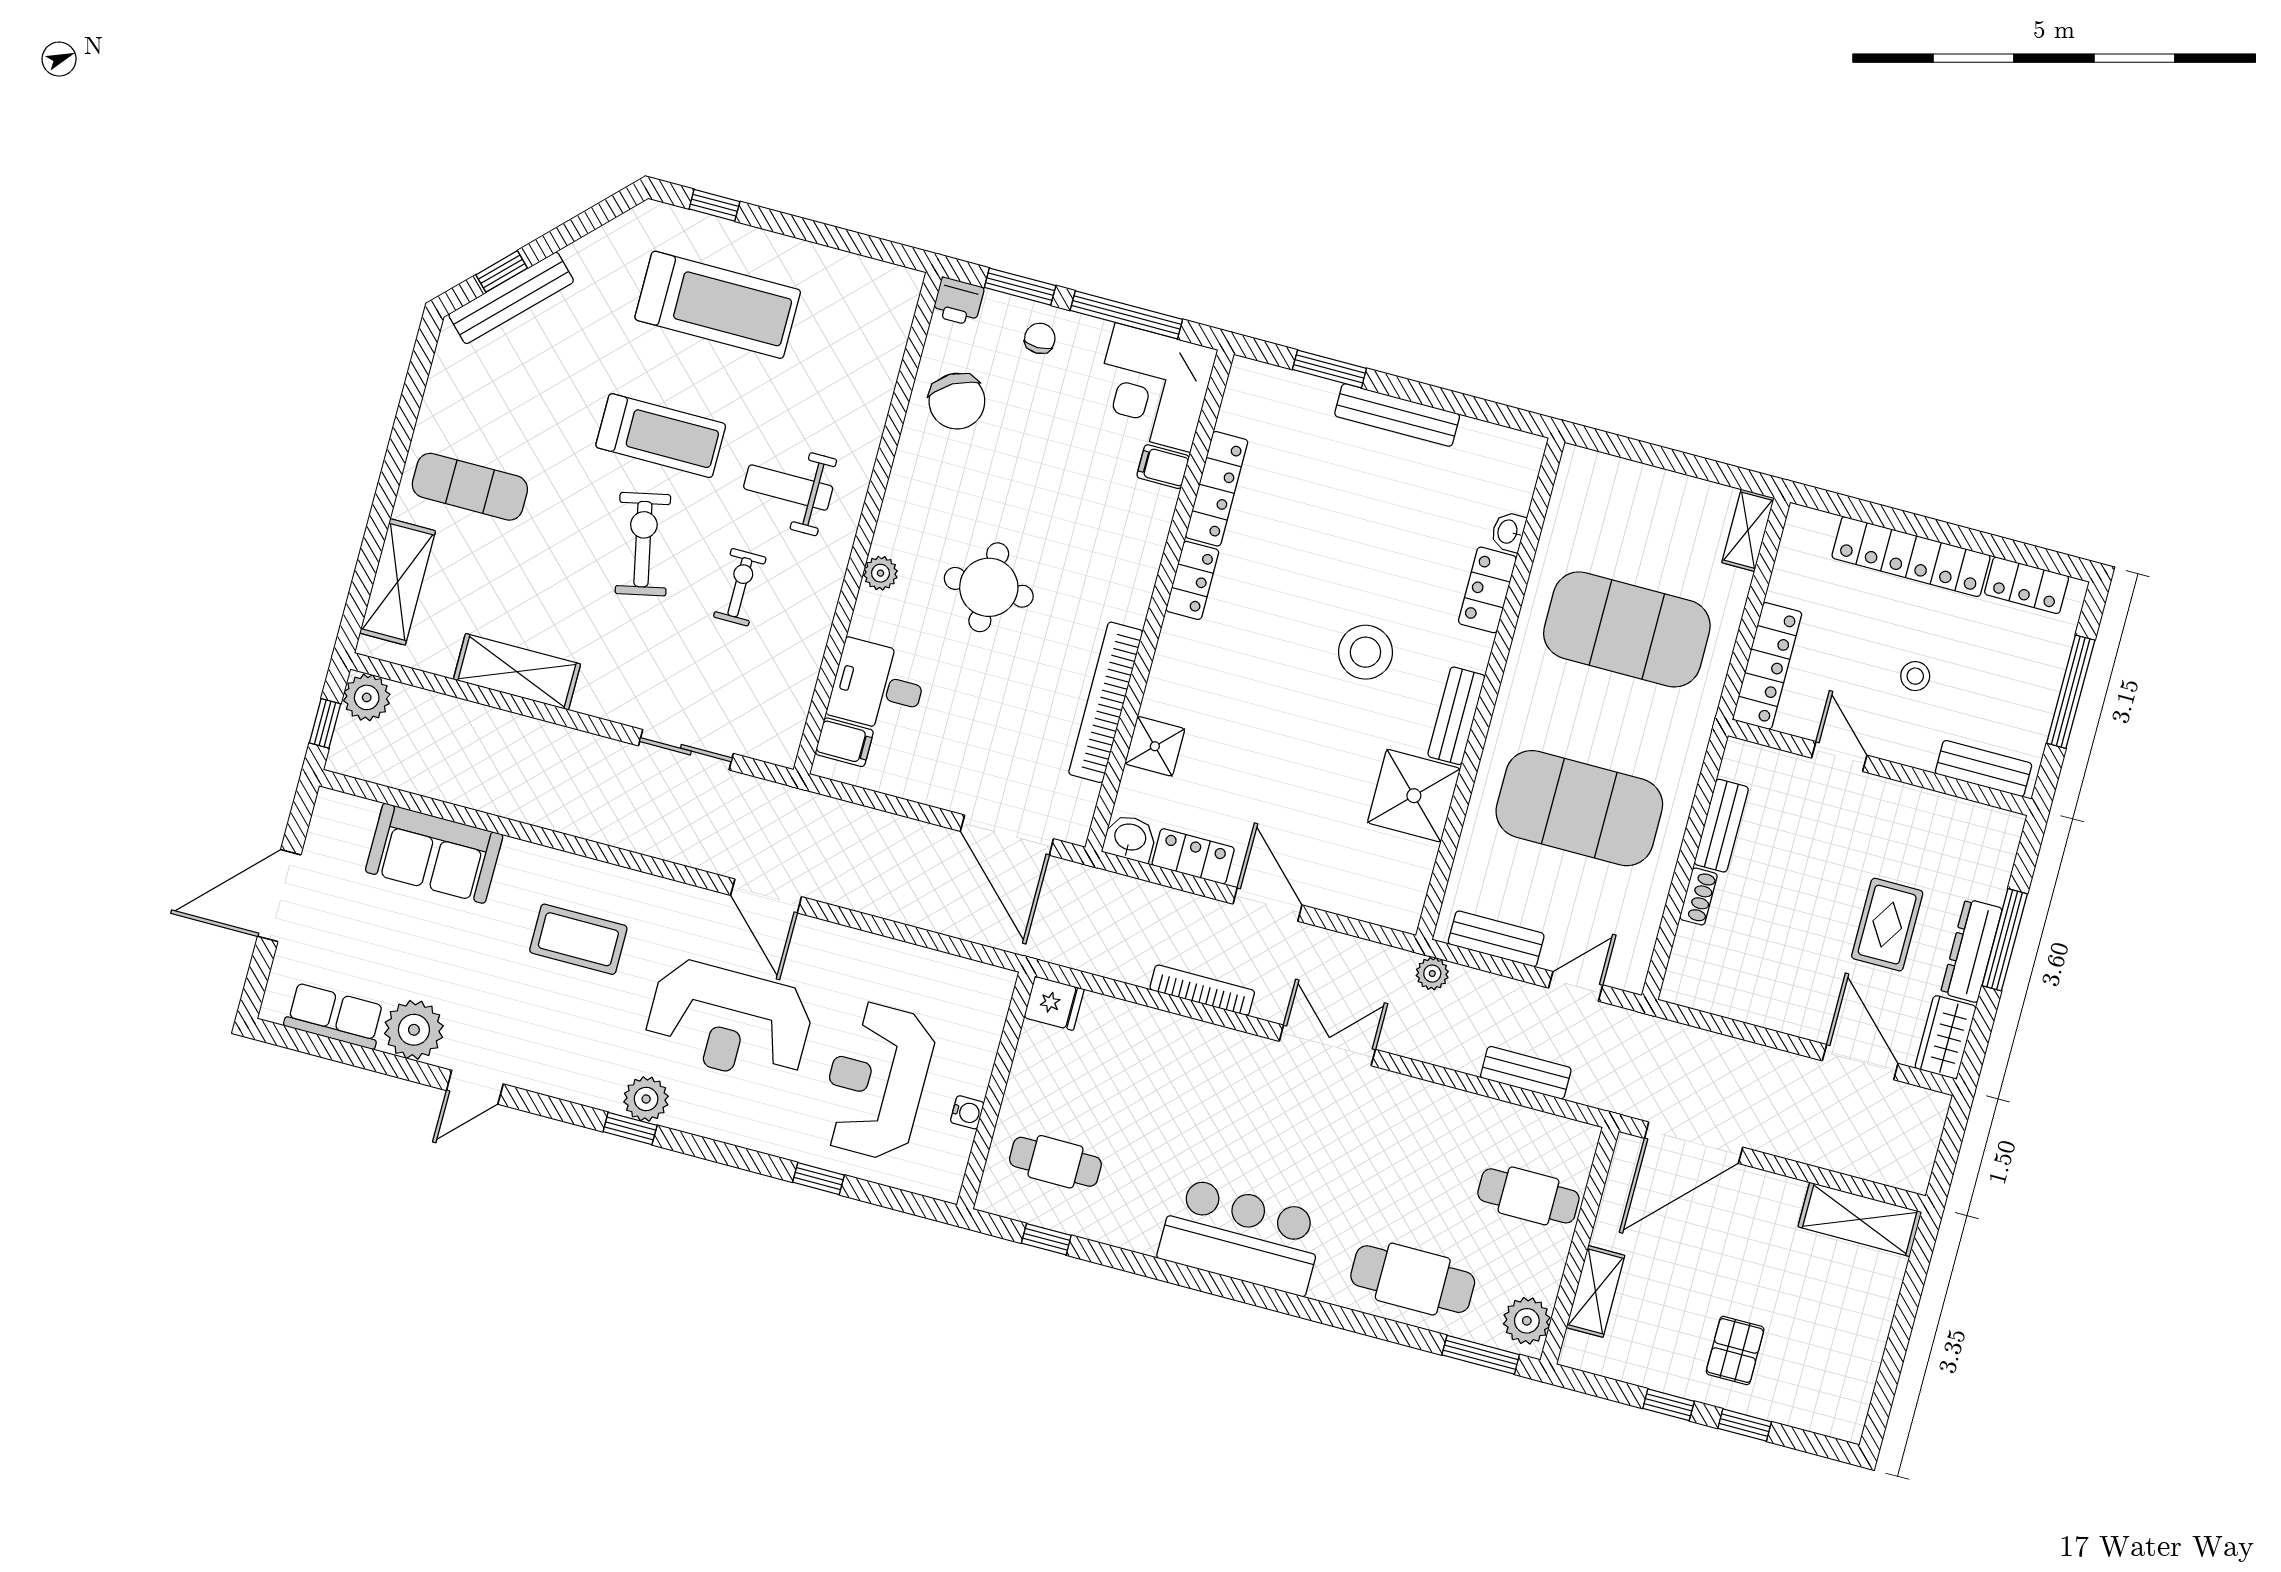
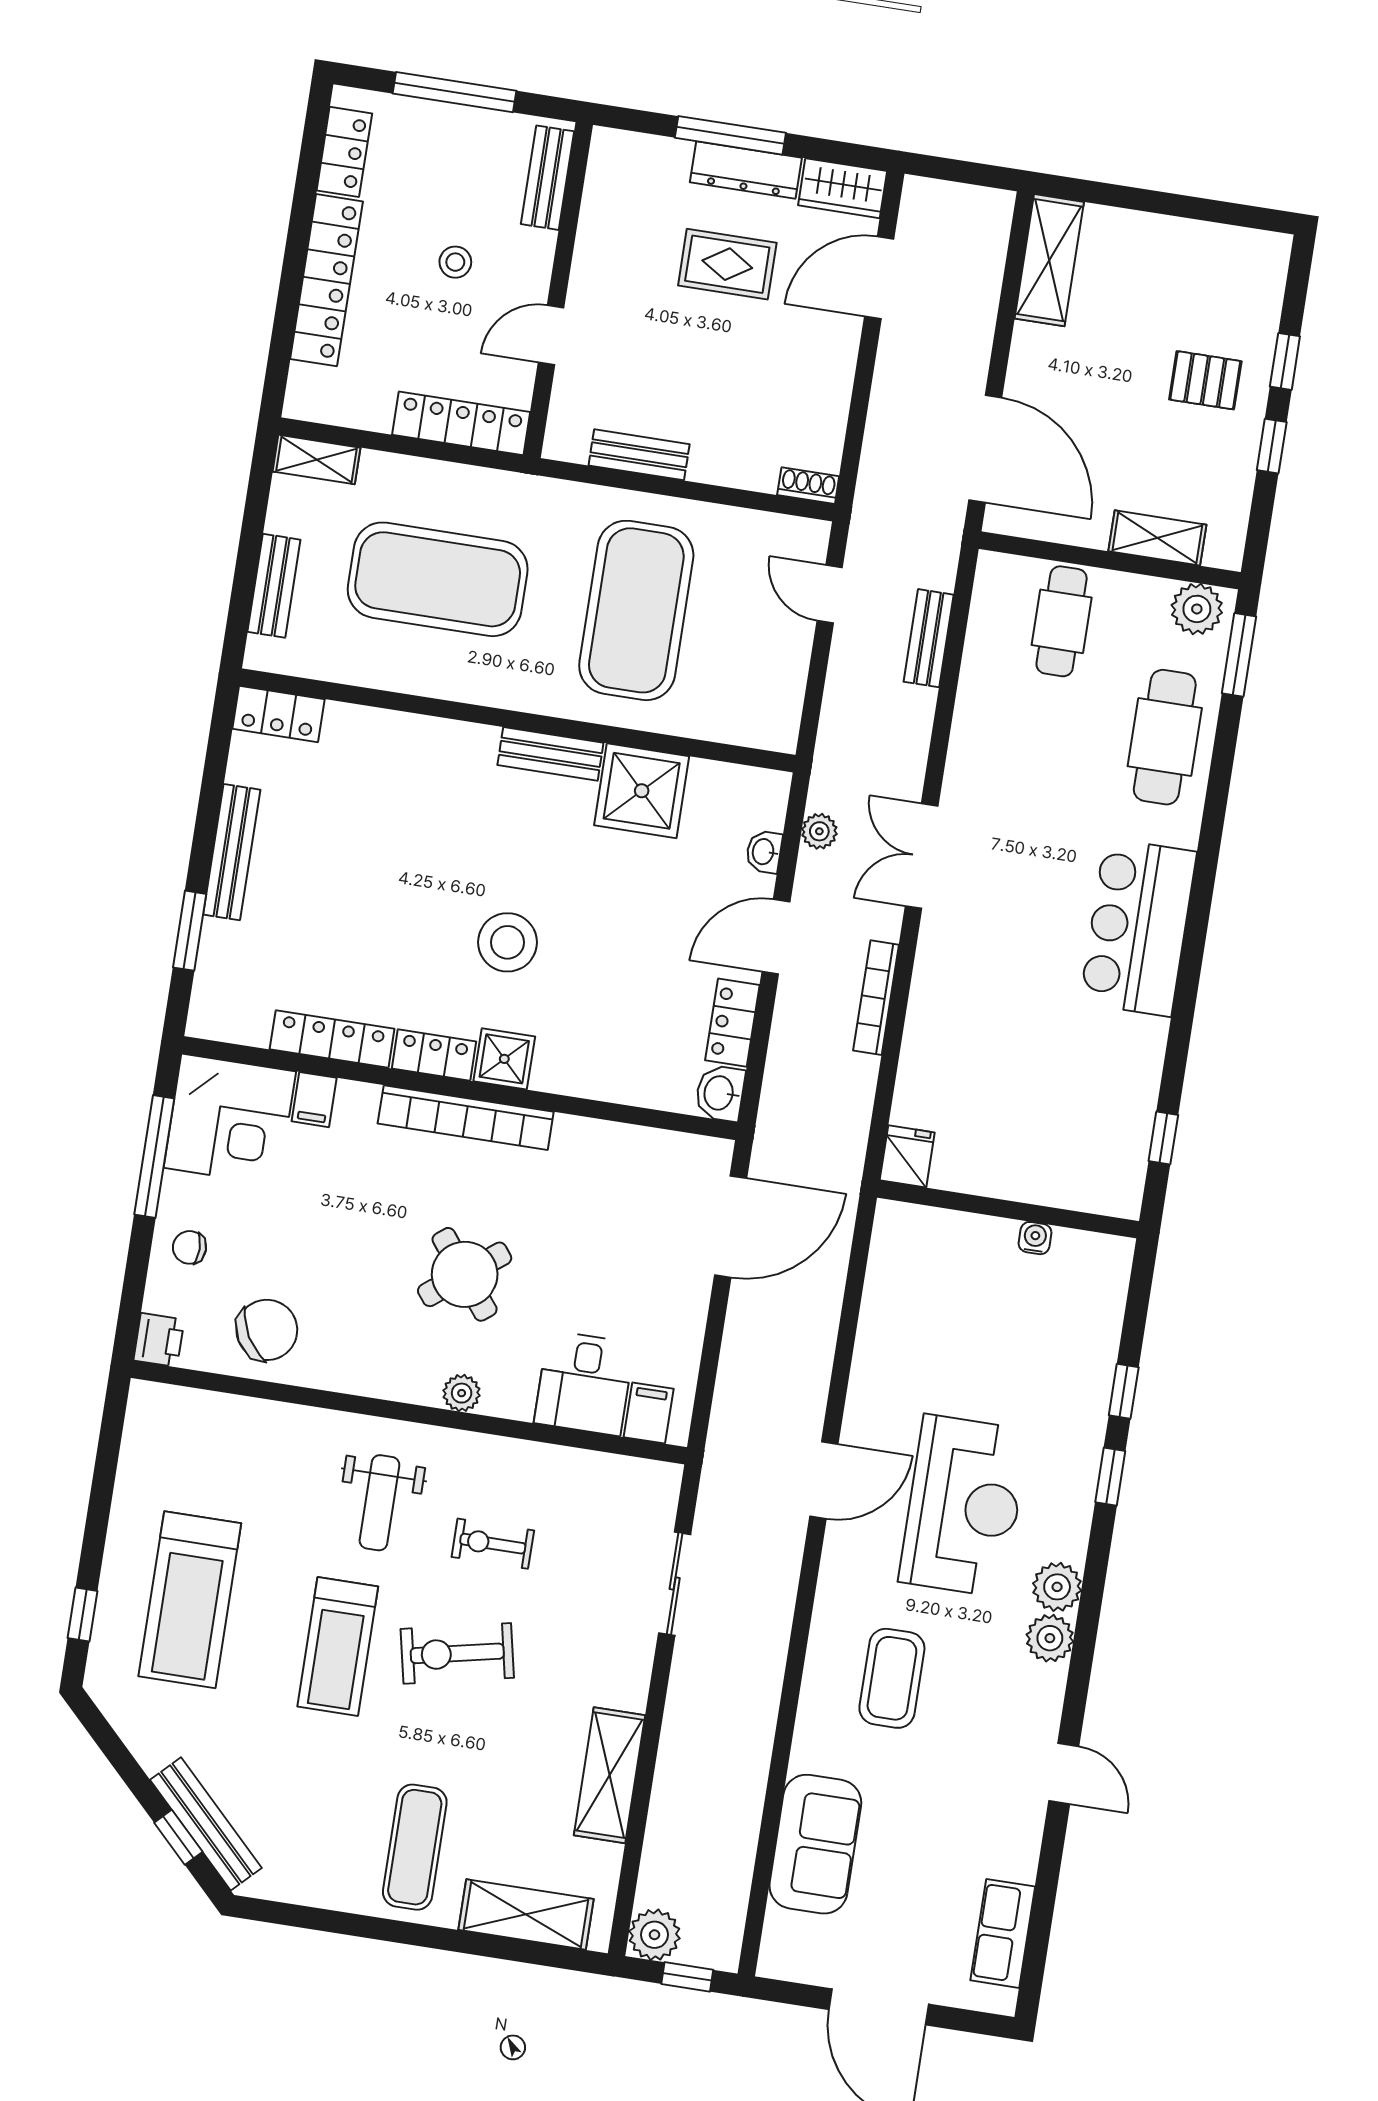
window: (1020, 287) -> (136, 1275), removed
treadmill: (718, 305) -> (190, 1600), turned 180
treadmill: (661, 436) -> (338, 1646), turned 180
washbasin: (1508, 532) -> (764, 852), moved, turned 90
round table: (989, 587) -> (465, 1274), turned -38
locker: (1487, 590) -> (279, 714), moved
exercise mat: (1627, 629) -> (438, 579), turned 90
stool: (1365, 652) -> (507, 942), moved
bookcase: (1106, 702) -> (466, 1118), moved
shower: (1155, 746) -> (504, 1059), moved
shoe rack: (1698, 896) -> (808, 486), moved
bench: (1496, 939) -> (274, 586), moved
plant: (1432, 974) -> (819, 831), moved
plant: (414, 1030) -> (1050, 1638), moved, width x0.73, depth x0.73
reception desk: (876, 1081) -> (1011, 1340), removed
window: (630, 1129) -> (1110, 1477), moved
cafe table: (1055, 1162) -> (1078, 1137), removed

